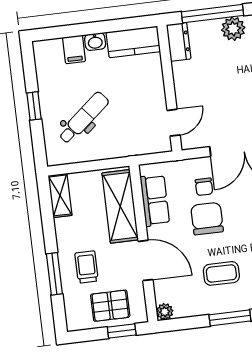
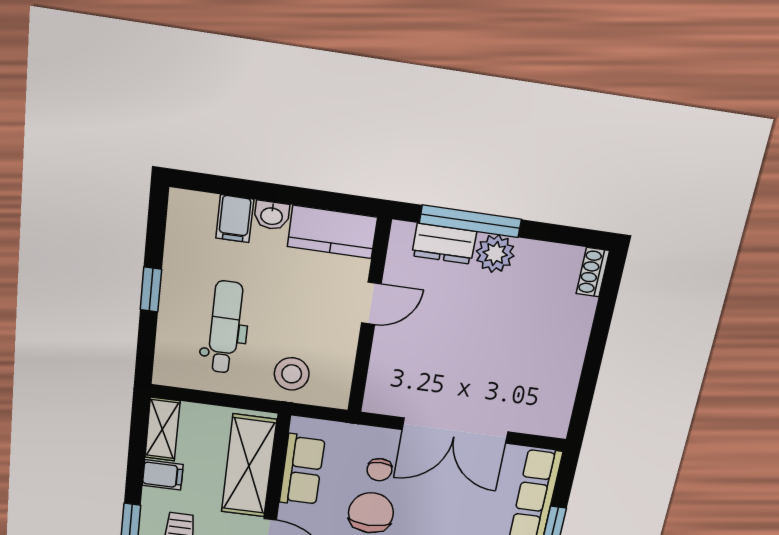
dresser: (179, 42) -> (444, 244), moved, turned 90
dental chair: (84, 118) -> (225, 327), turned -50
door: (174, 123) -> (371, 303), moved
stool: (132, 137) -> (292, 374), added
filing cabinet: (67, 227) -> (163, 475), added

